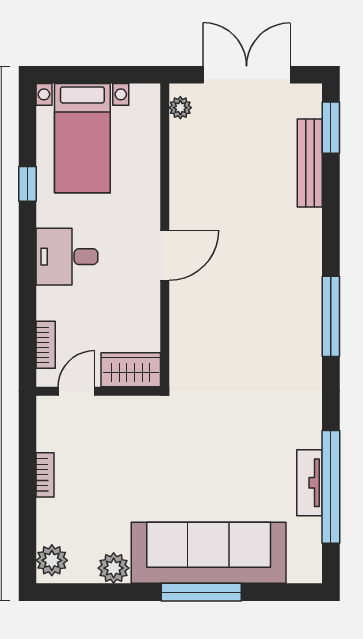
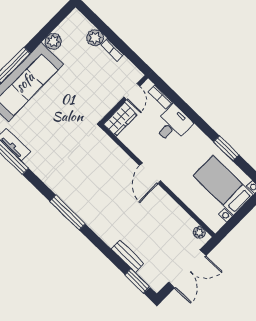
bench: (310, 163) -> (127, 256), width x0.73
window: (27, 184) -> (226, 148), width x1.50
desk: (67, 257) -> (173, 125), moved
plant: (52, 560) -> (95, 38), moved

